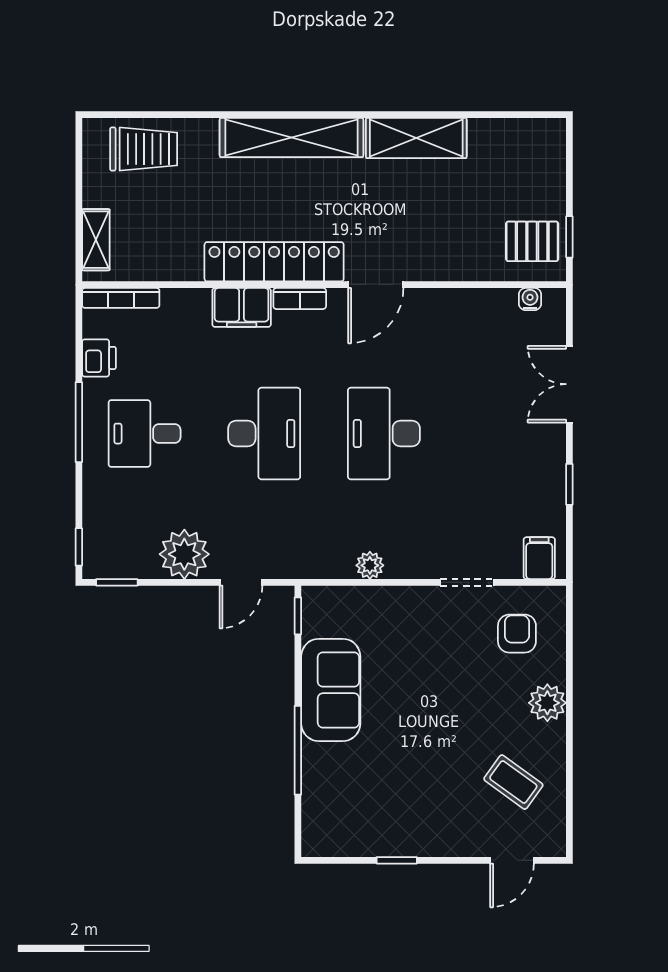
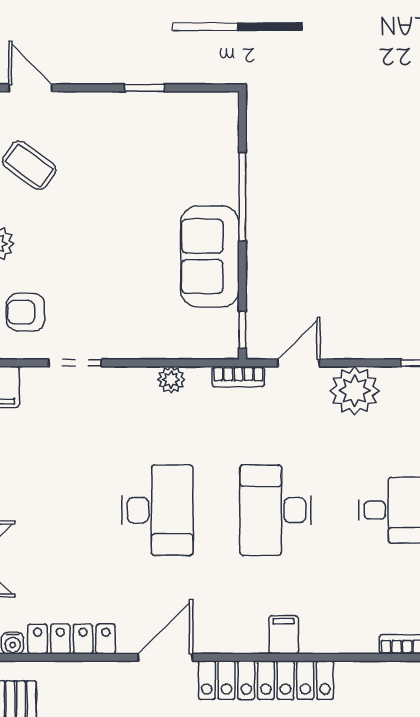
bookcase: (300, 299) -> (238, 377), moved, turned 180
locker: (470, 303) -> (72, 639), added
filing cabinet: (242, 307) -> (284, 635), width x0.50
armchair: (517, 634) -> (26, 312), turned 90
door: (512, 860) -> (30, 88), hinge flipped

